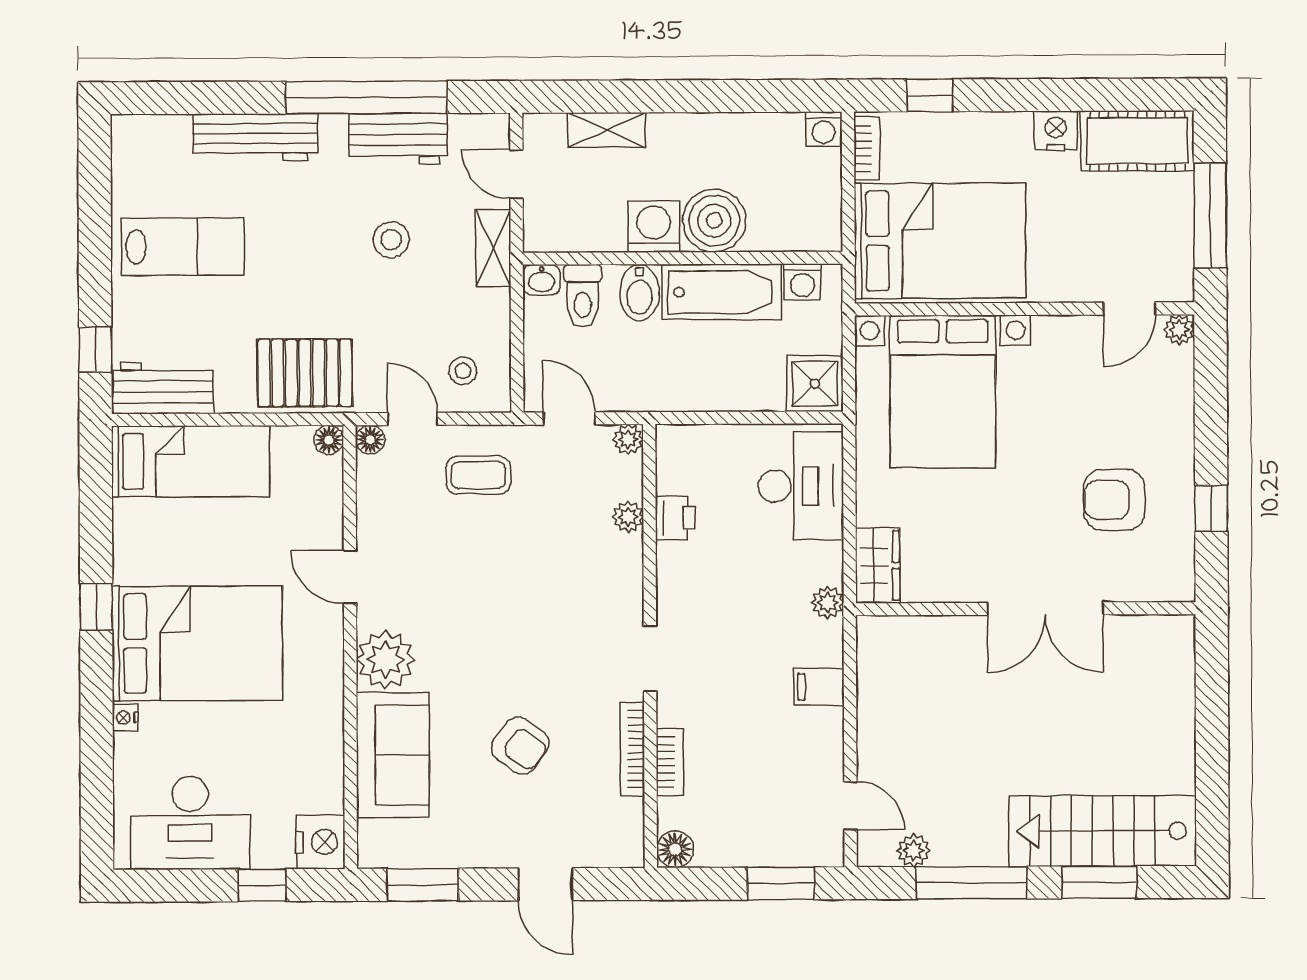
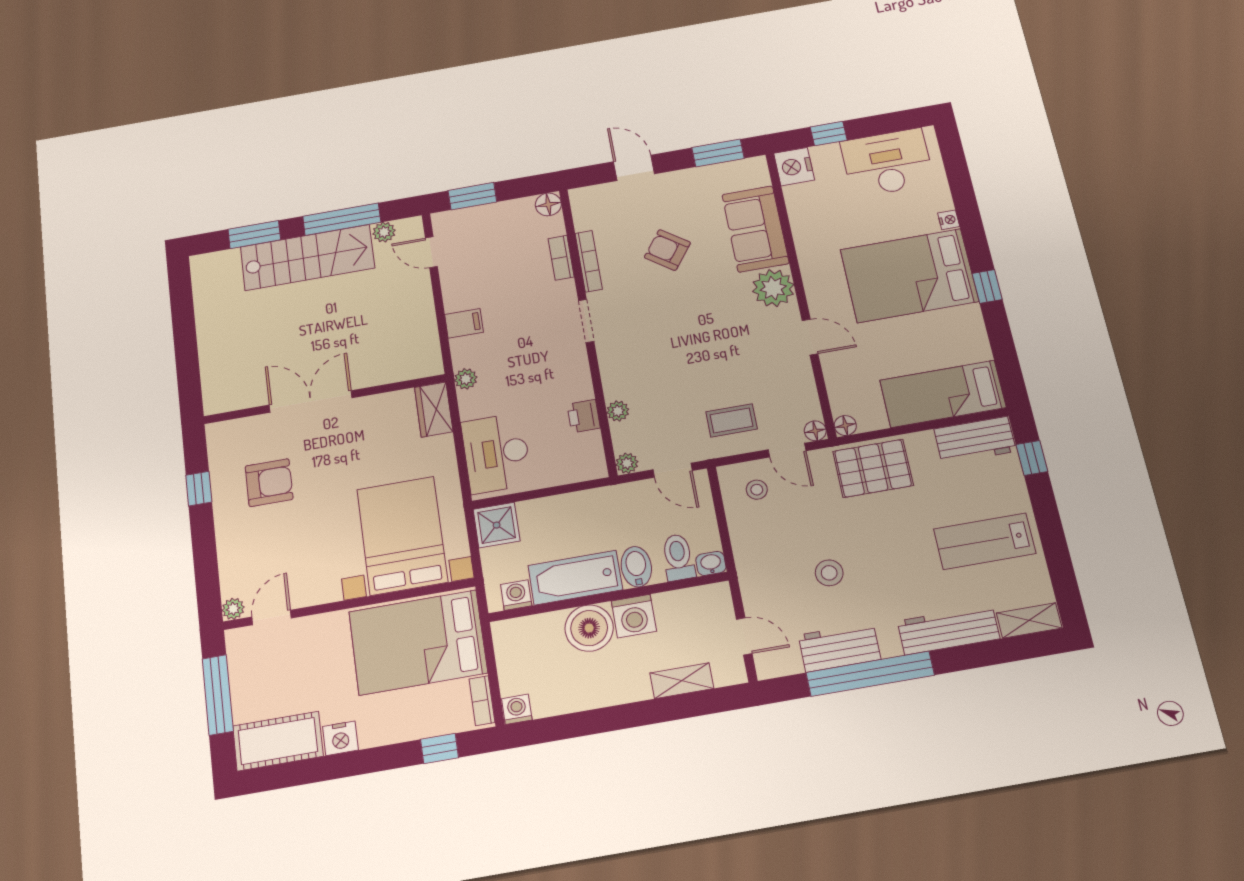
shelving: (493, 248) -> (1029, 620), moved, turned 90
stairs: (1103, 831) -> (307, 257), moved

